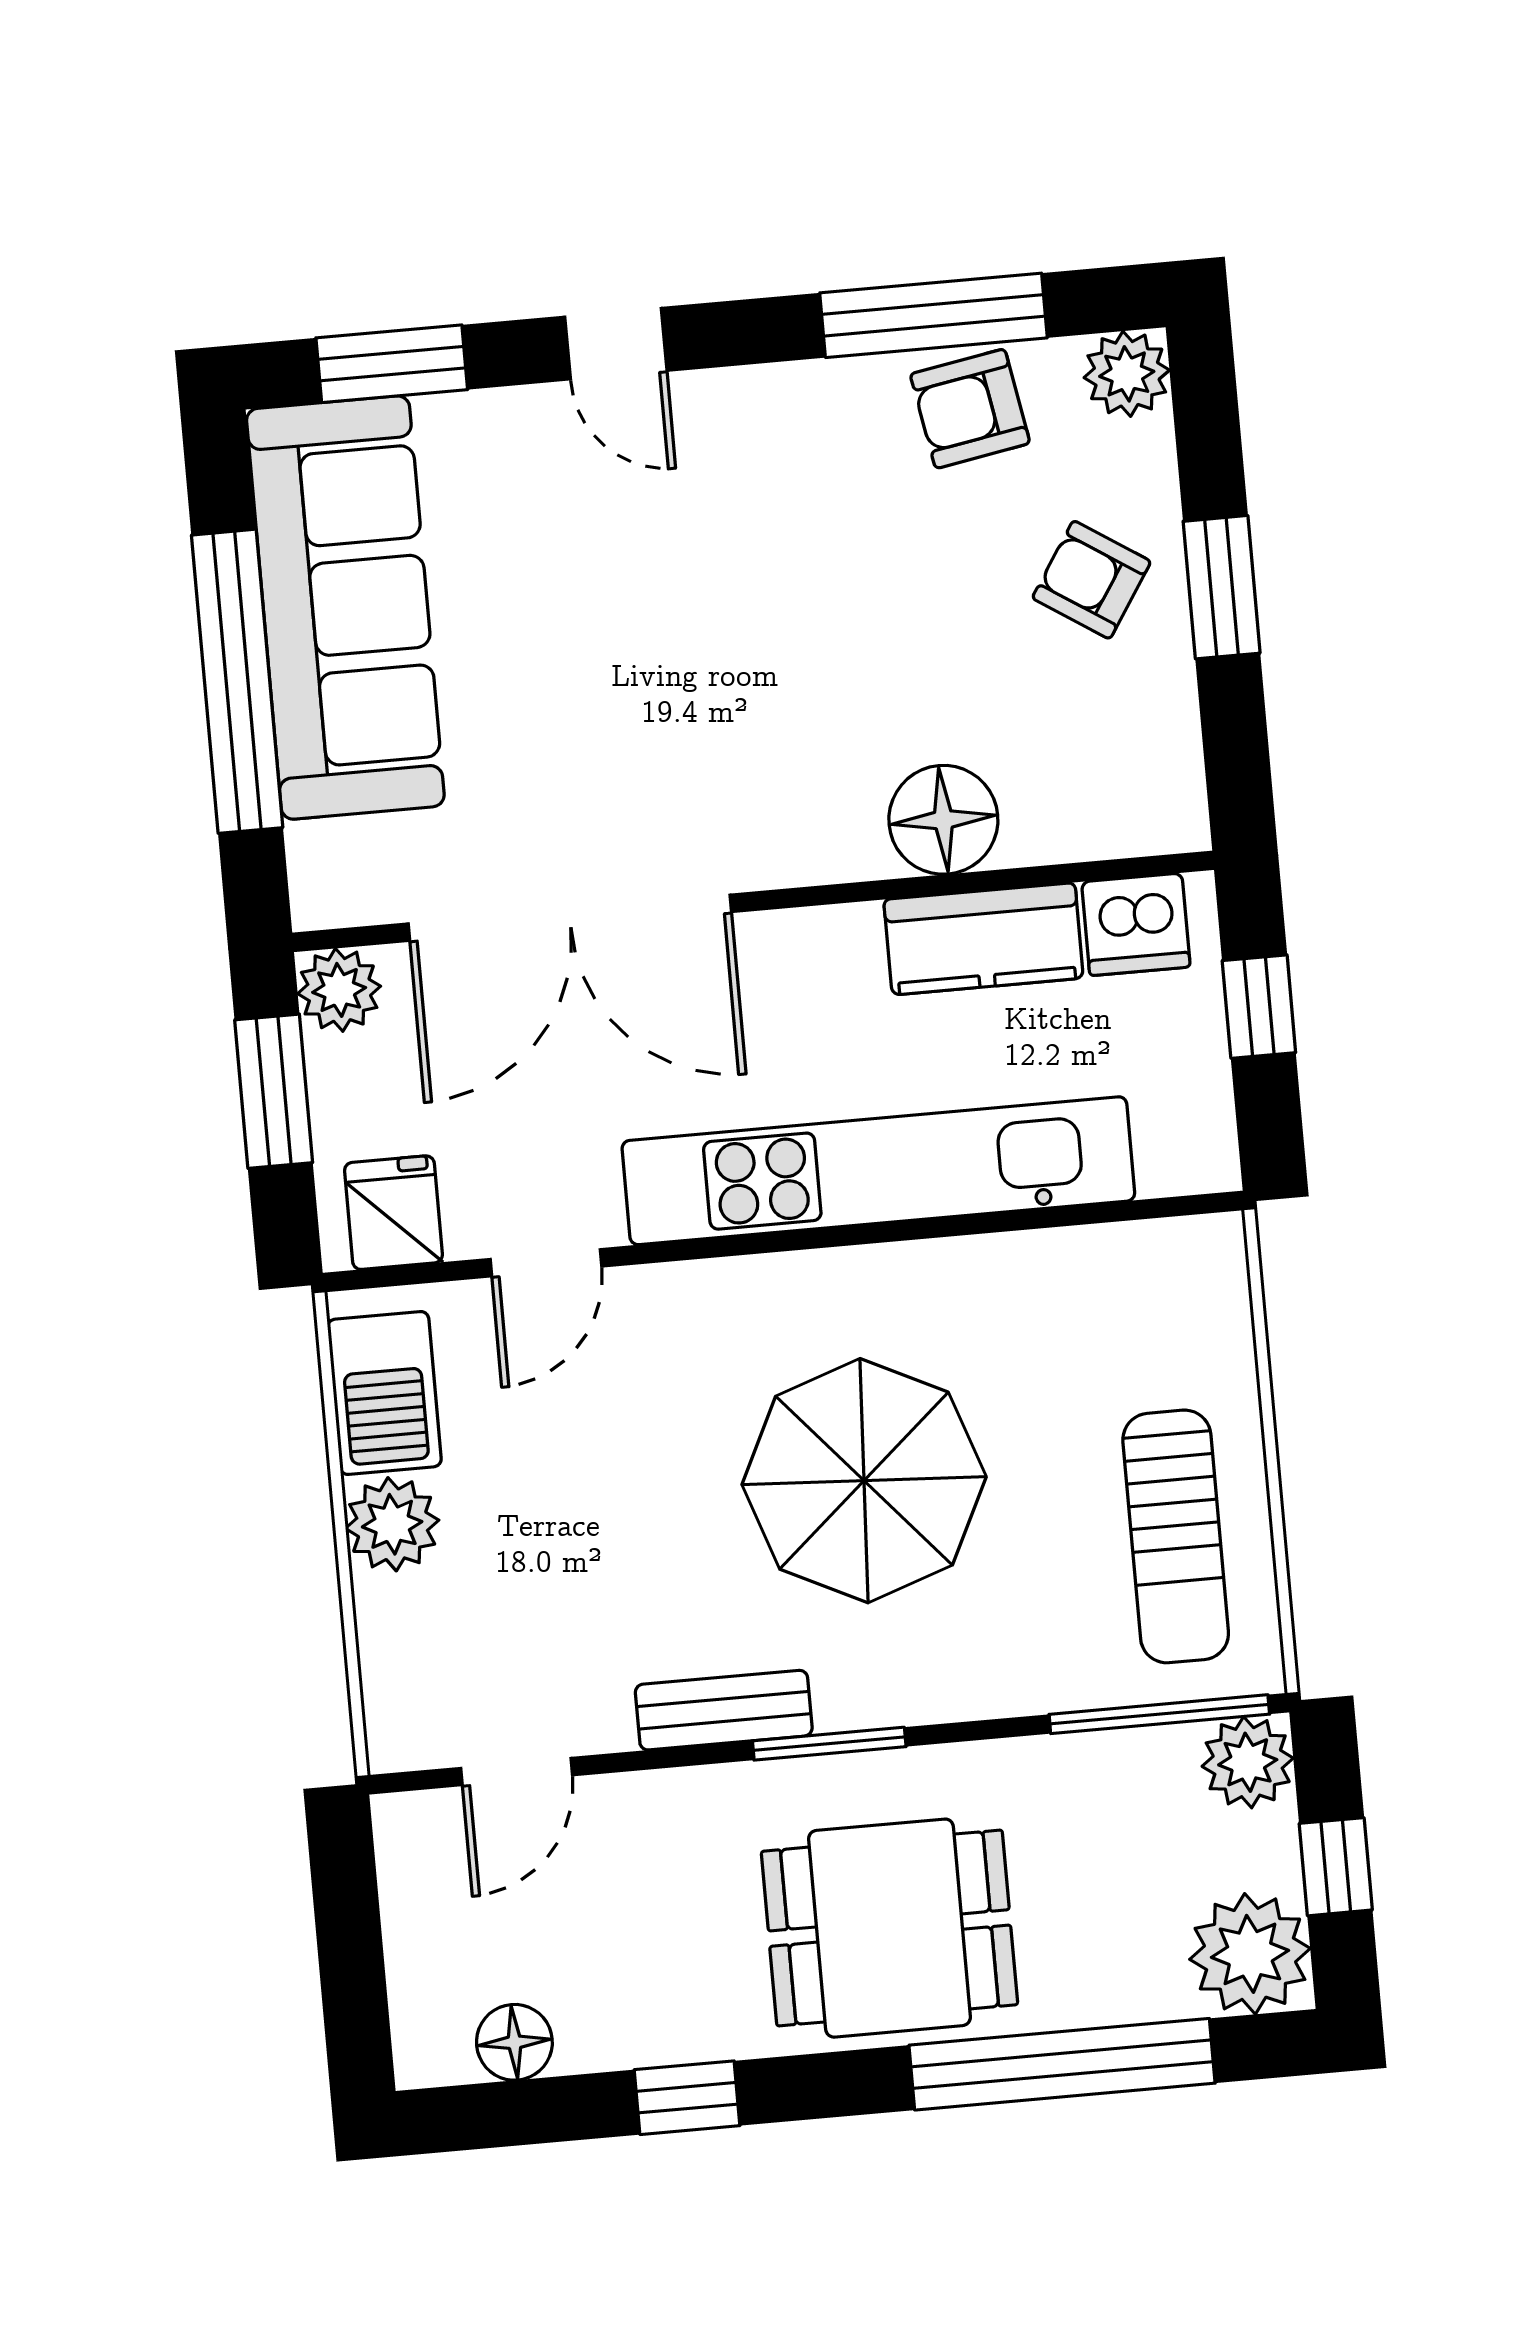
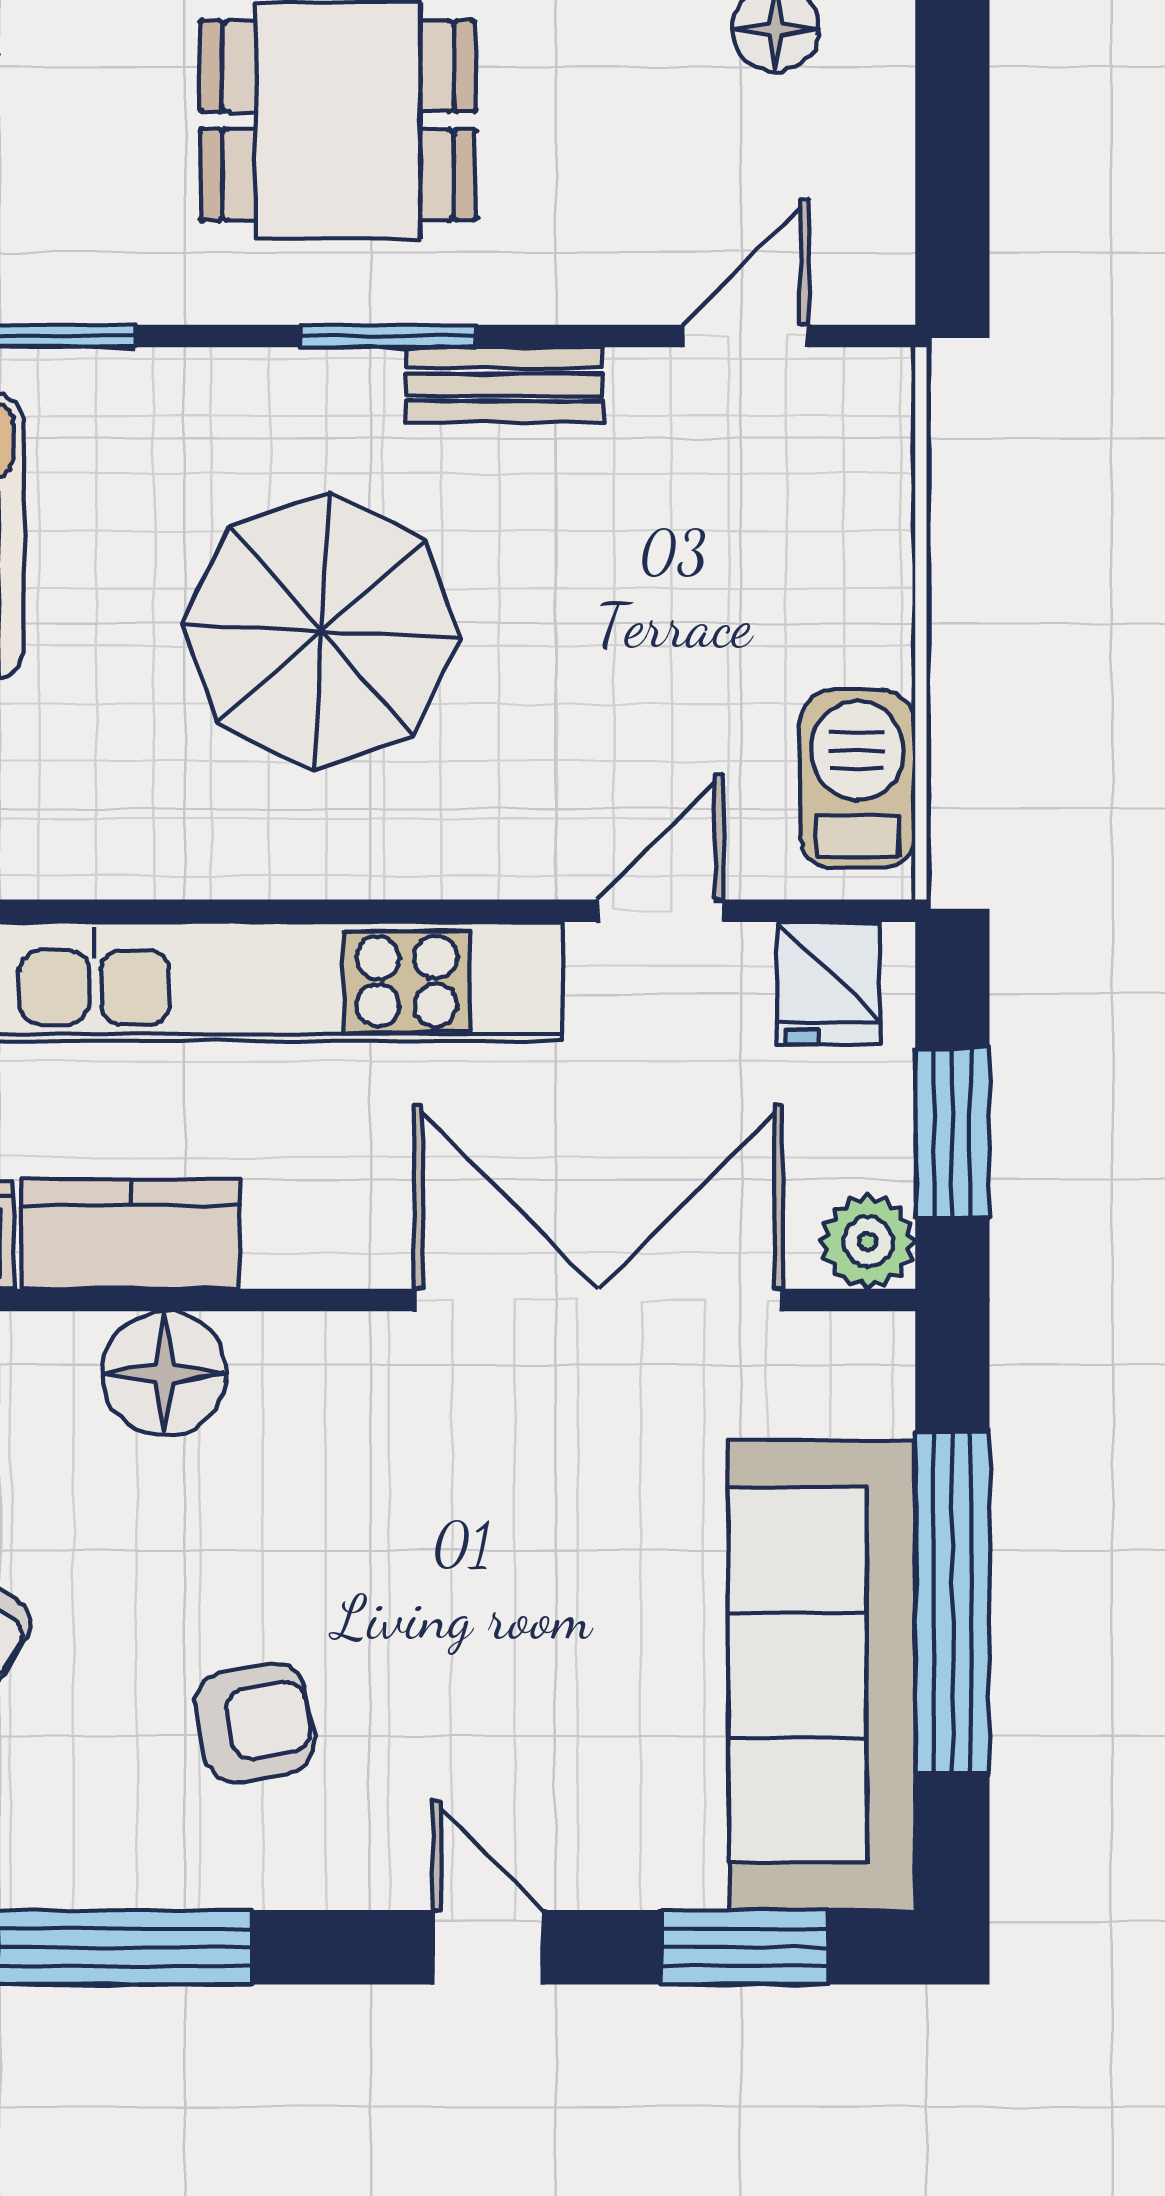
armchair: (970, 409) -> (255, 1723), moved
plant: (392, 1524) -> (862, 629), removed

